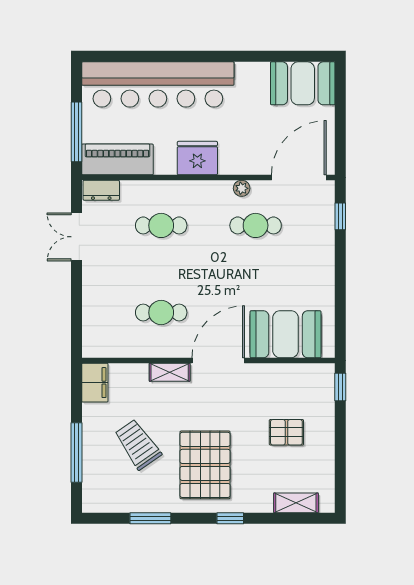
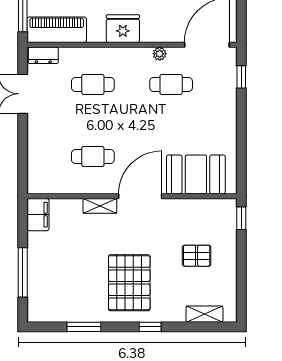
trolley: (138, 444) -> (74, 266), removed

